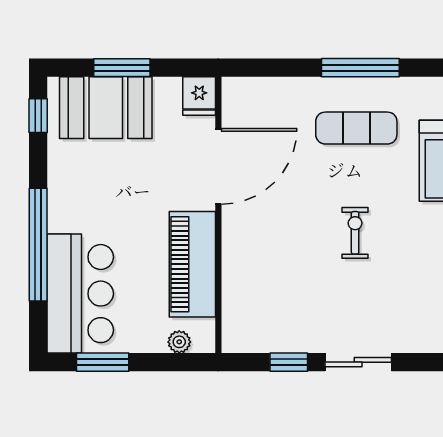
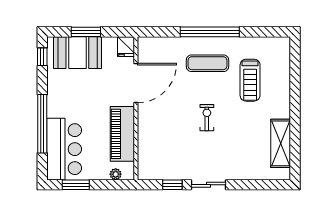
window: (360, 68) -> (210, 32), width x1.46

